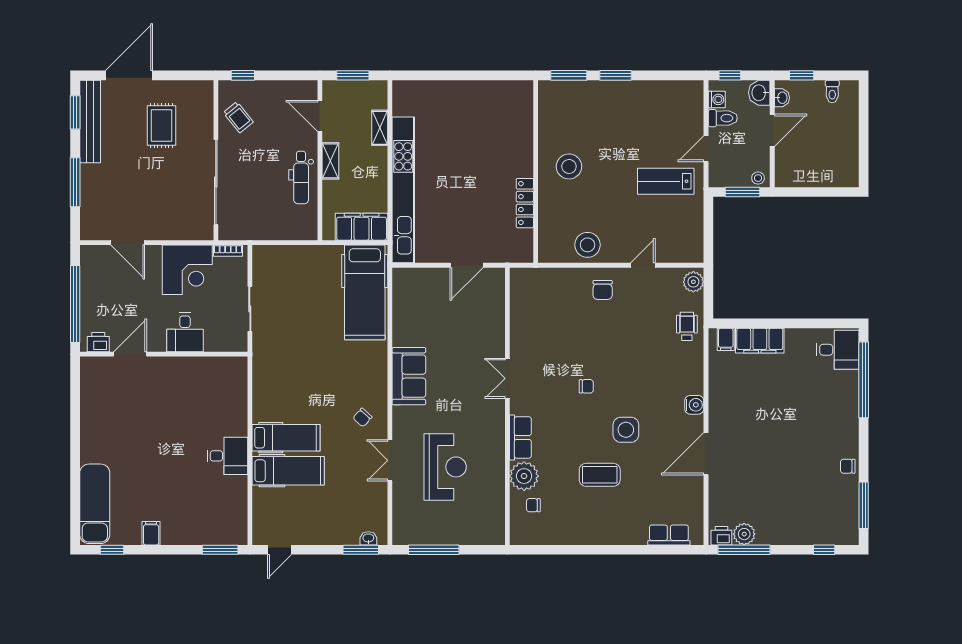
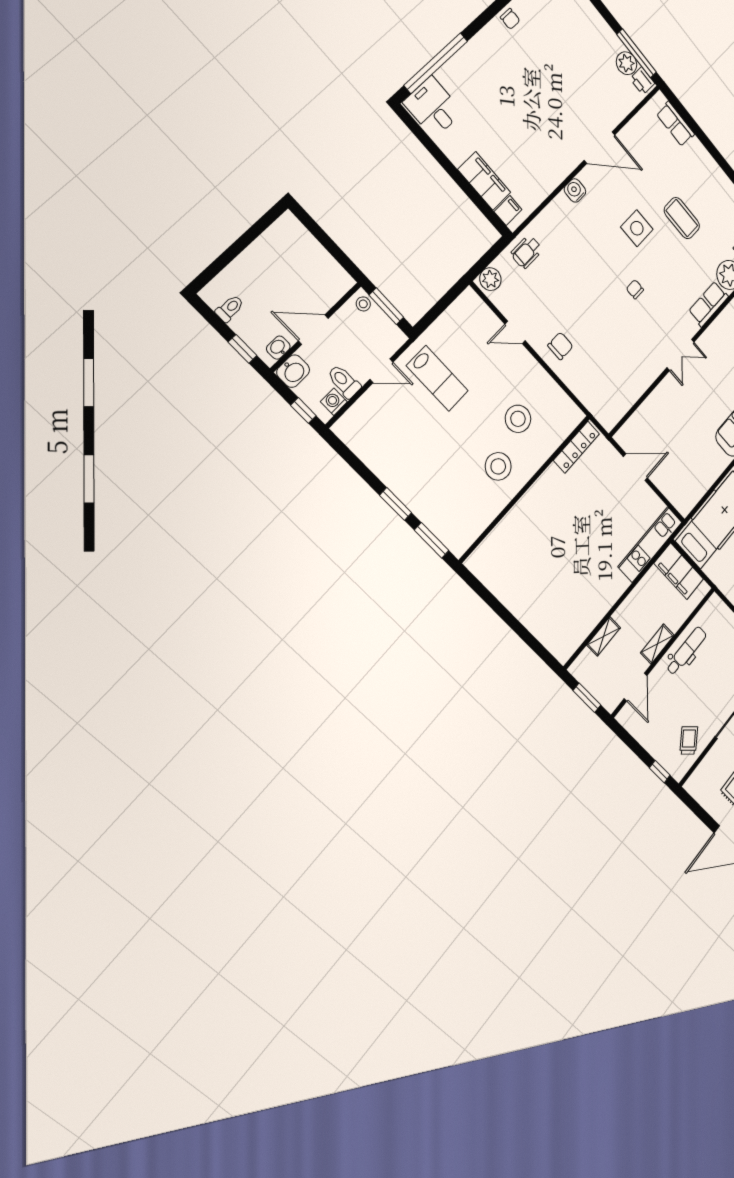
kitchen unit: (403, 190) -> (650, 544), width x0.54
locker: (525, 203) -> (576, 447), moved
stool: (588, 245) -> (518, 419), moved

